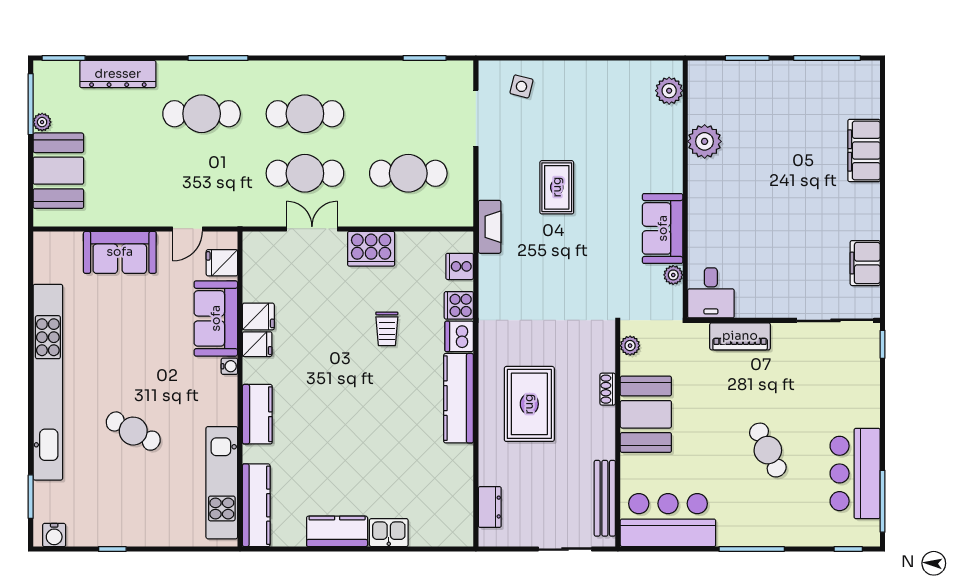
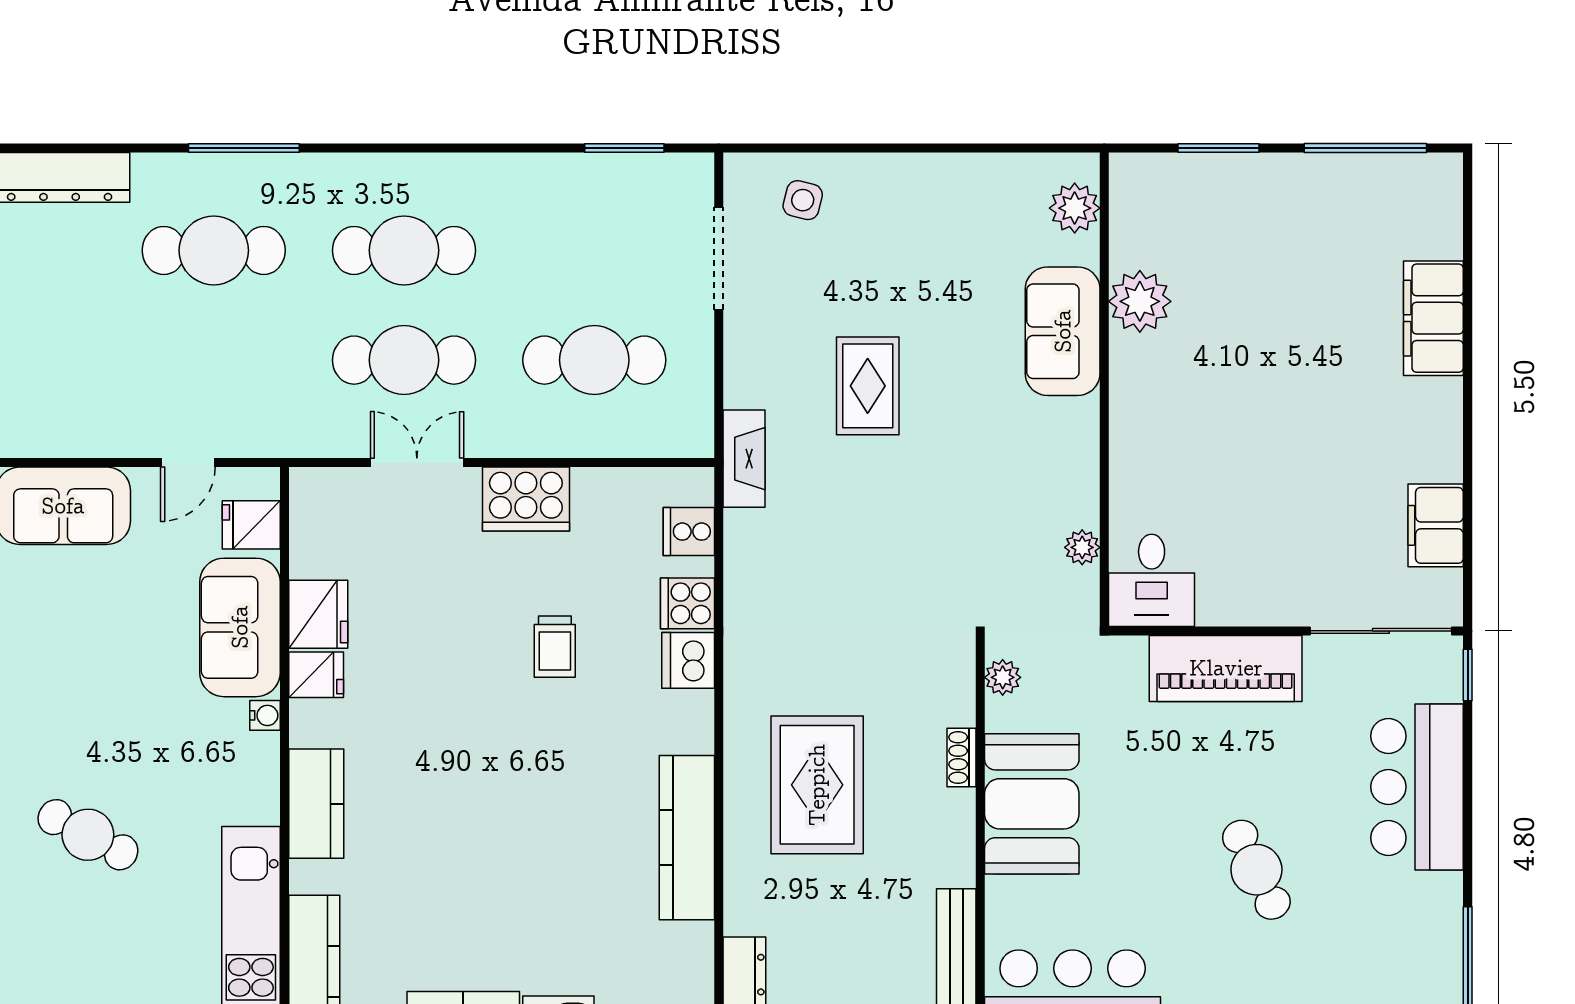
sofa: (663, 228) -> (1063, 331), moved
fridge: (258, 316) -> (318, 614), width x1.38
piano: (740, 336) -> (1226, 668), width x1.37, depth x1.33
kitchen counter: (459, 398) -> (687, 838), moved
bar counter: (855, 473) -> (1417, 787), moved

